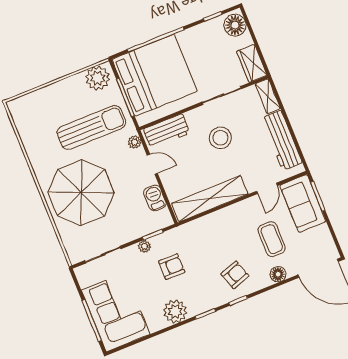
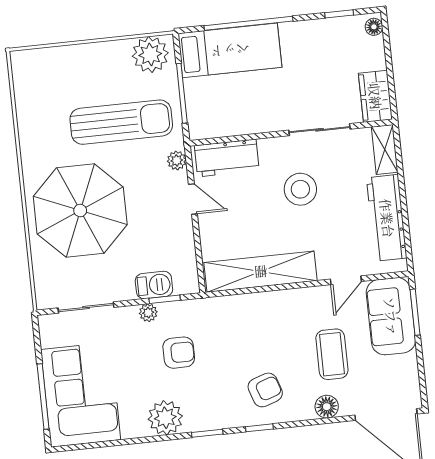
floor lamp: (235, 25) -> (374, 27), width x0.53, depth x0.53
bed: (155, 75) -> (230, 50), width x0.49
barbecue: (155, 198) -> (154, 285), moved, turned 90

